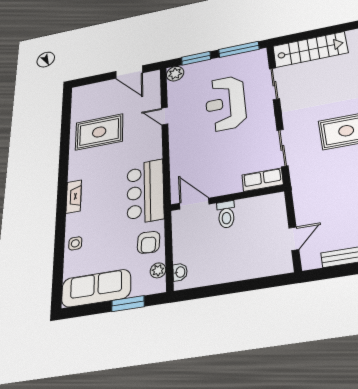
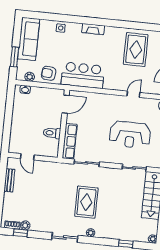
reception desk: (225, 103) -> (130, 135), turned 180
row of seats: (263, 180) -> (70, 141), width x1.48
toilet: (226, 214) -> (52, 133), moved

